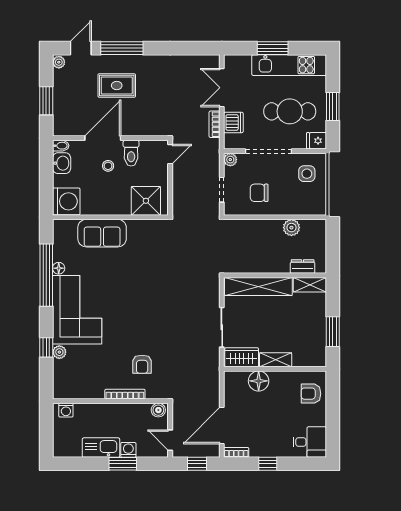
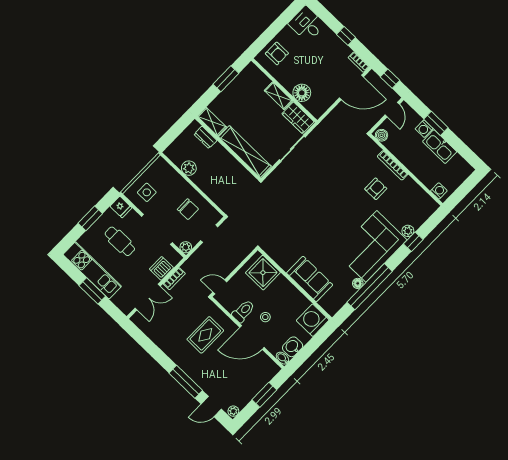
rug: (117, 85) -> (205, 335), moved, turned 90
cafe table: (290, 111) -> (120, 241), width x0.73, depth x0.74
armchair: (142, 364) -> (376, 189), moved

